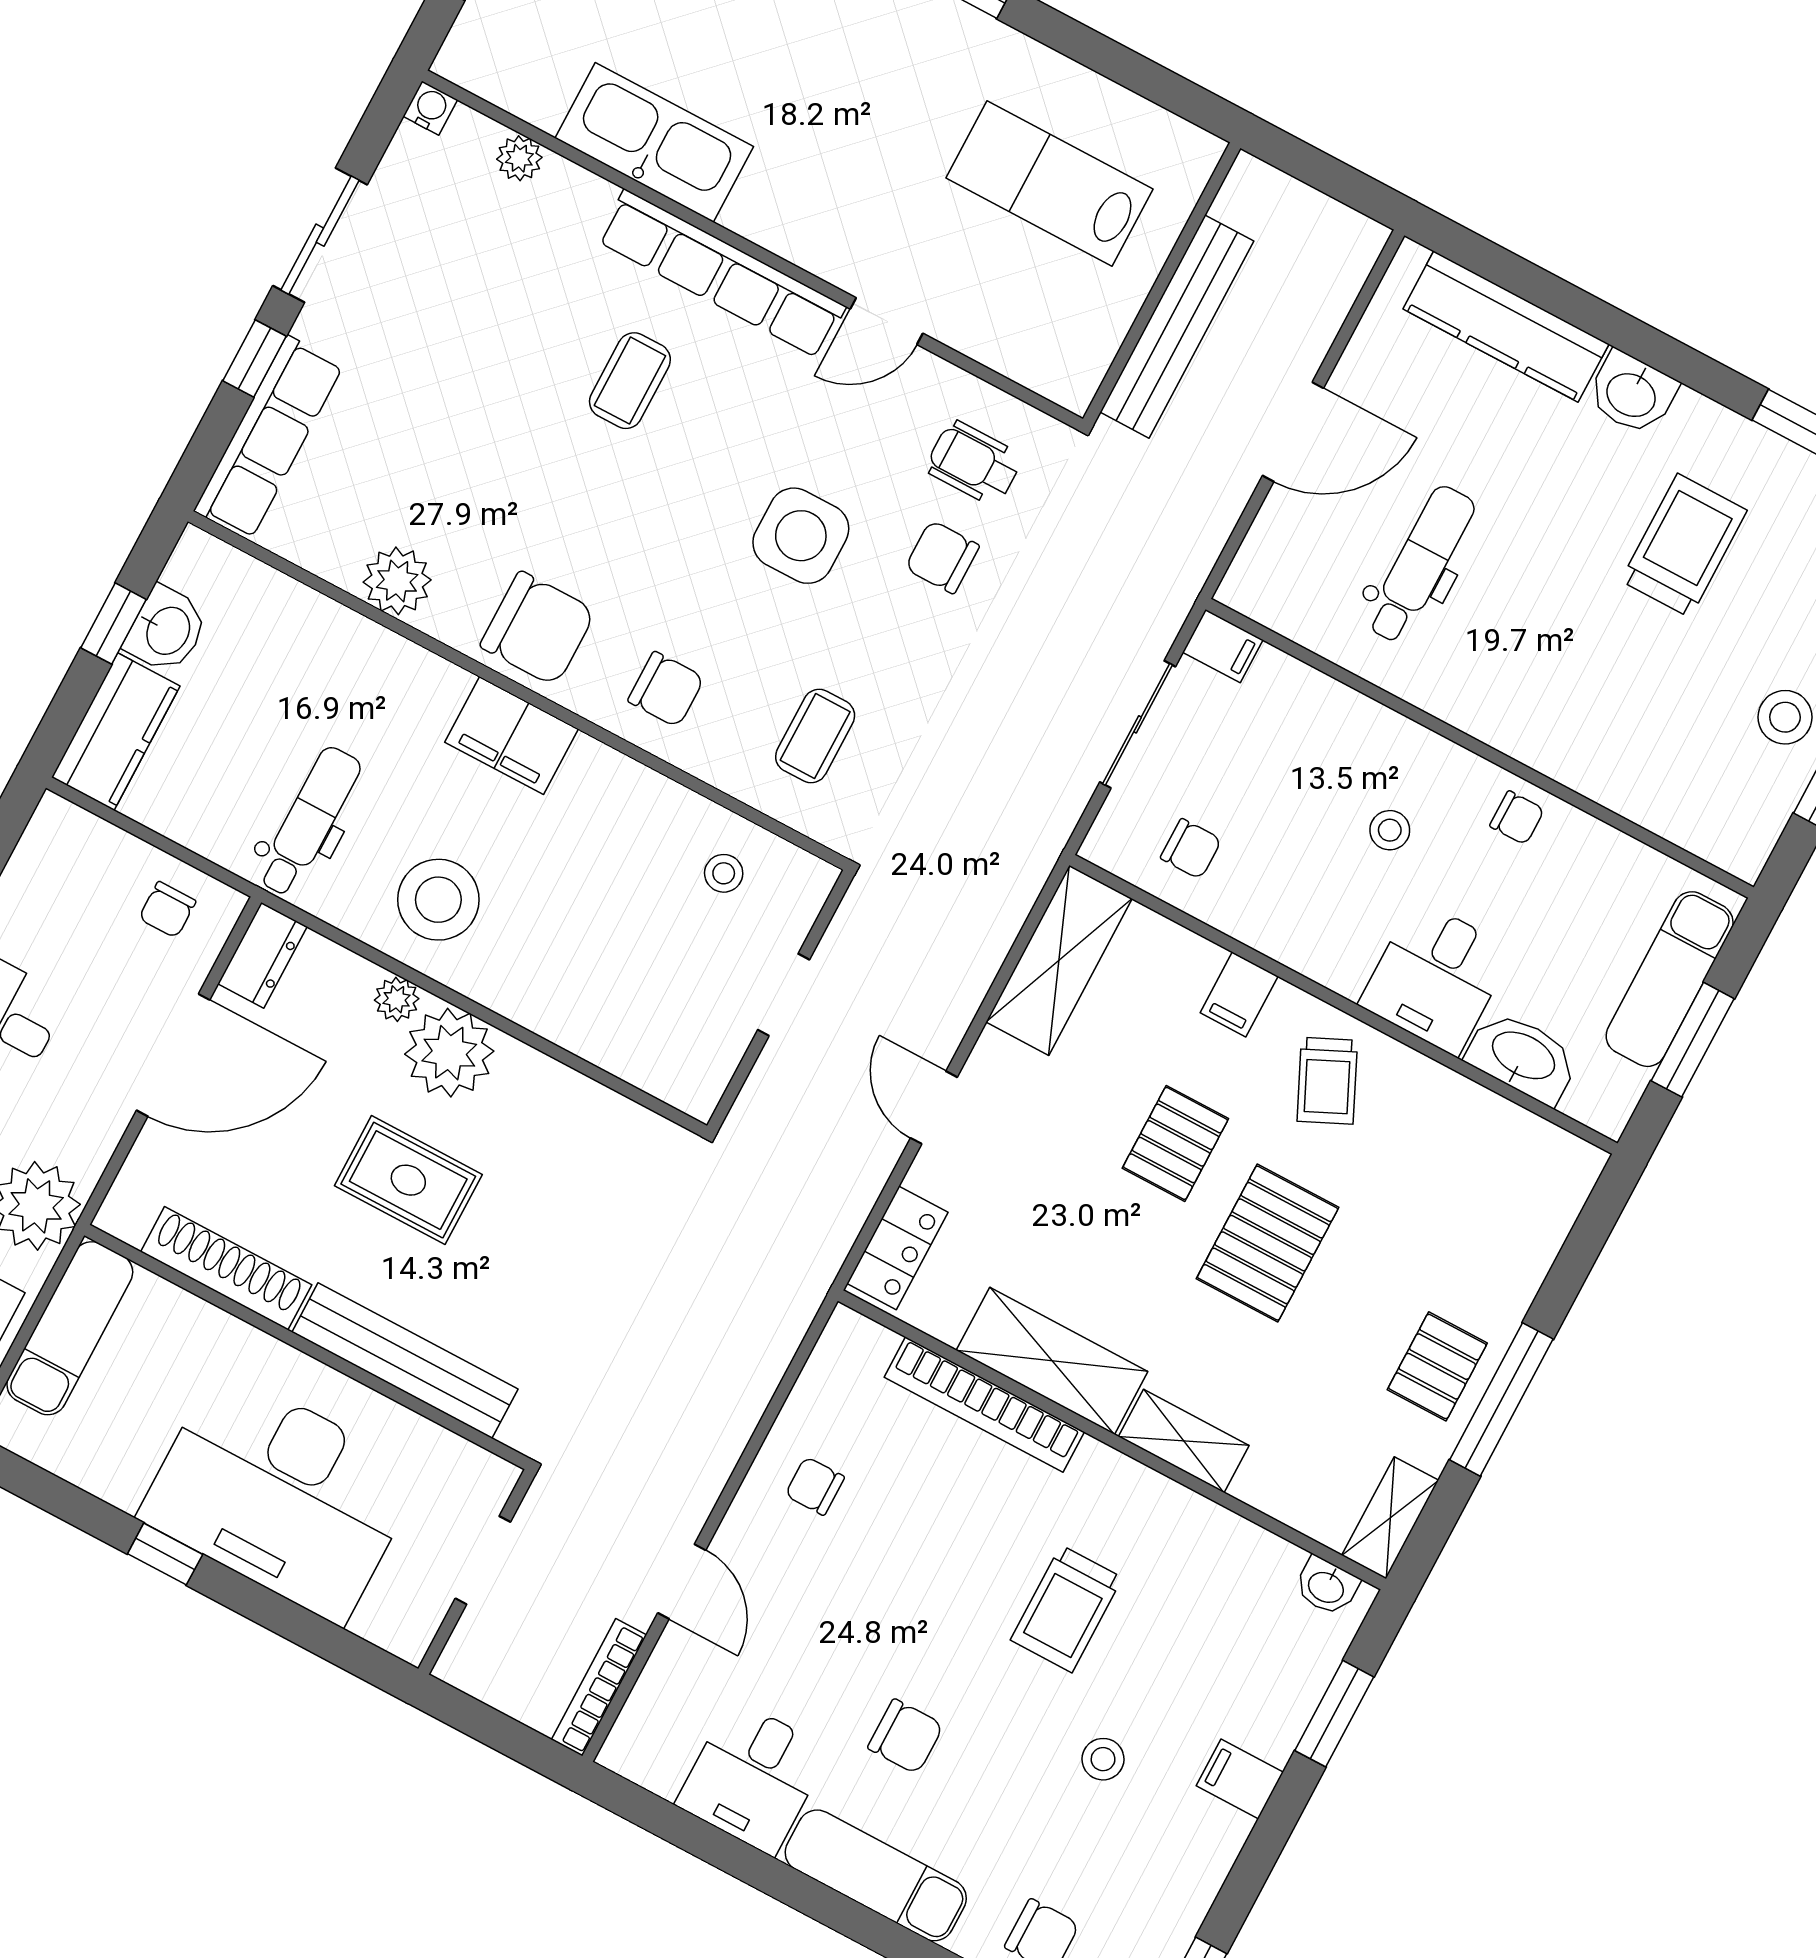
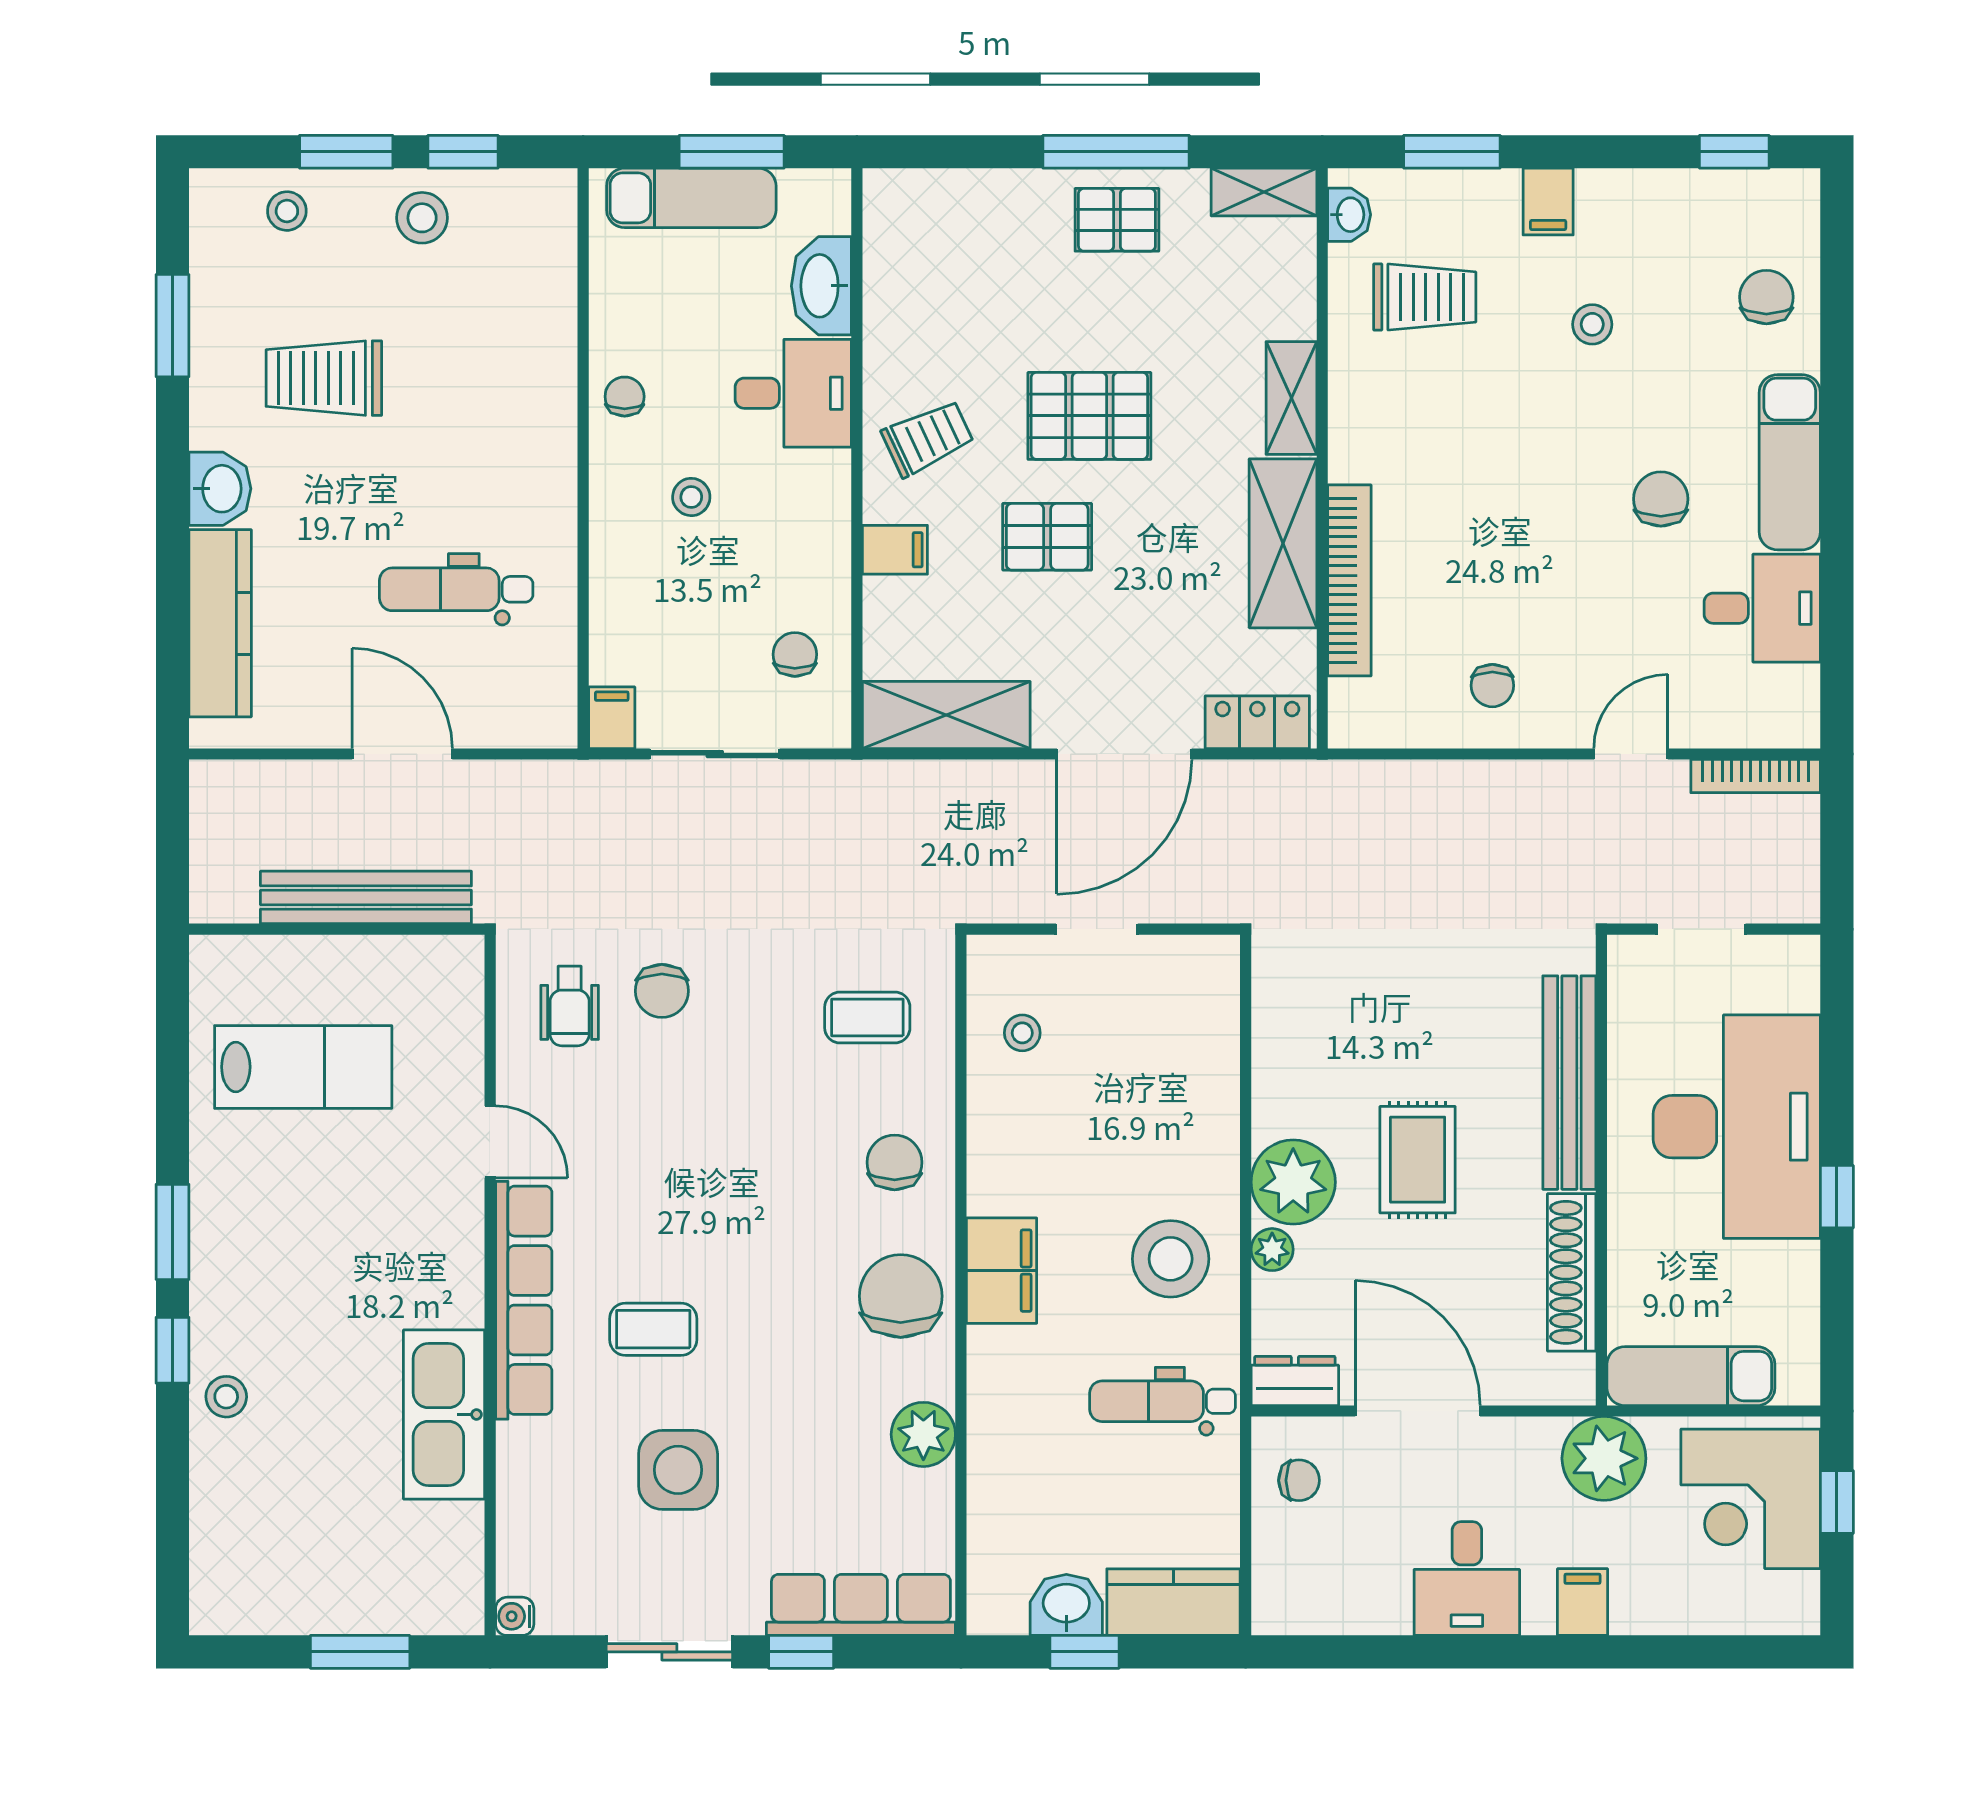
plant: (519, 158) -> (517, 1520), removed
lab bench: (1049, 183) -> (303, 1067), turned -90
side table: (801, 536) -> (678, 1470), moved
door: (934, 1108) -> (1124, 754), width x1.88
trolley: (1067, 1609) -> (1425, 297), moved

